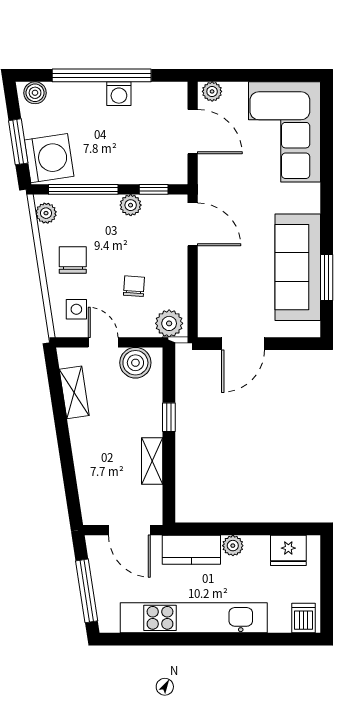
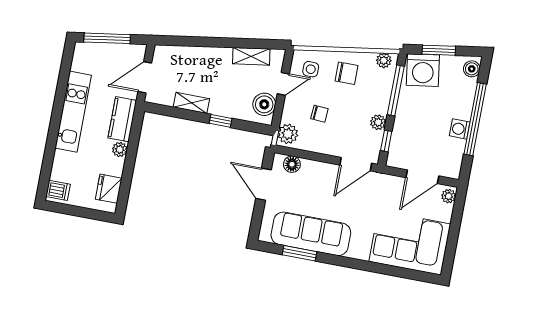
floor lamp: (209, 310) -> (292, 164), added
kitchen unit: (194, 618) -> (73, 112), width x0.73

